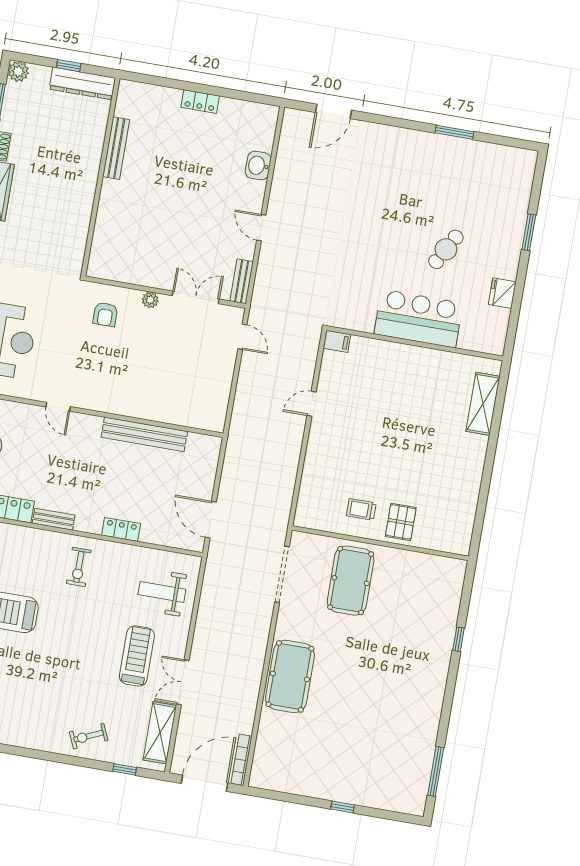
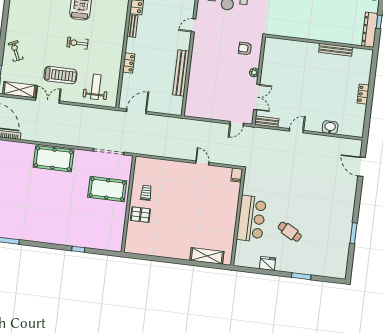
exercise bike: (79, 567) -> (78, 43), moved

